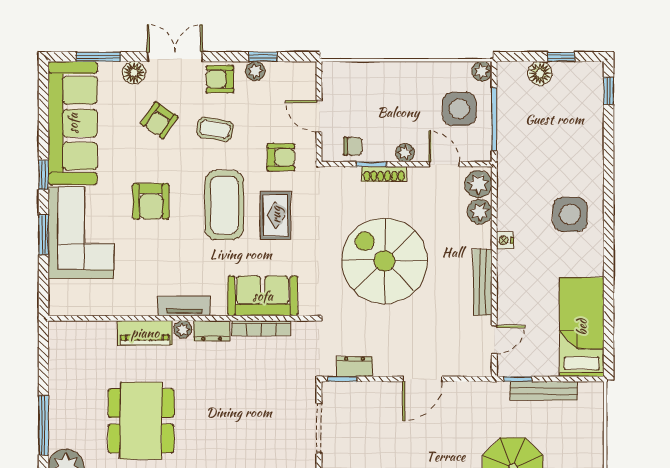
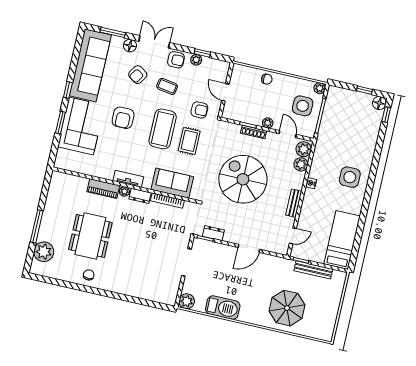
floor lamp: (540, 73) -> (379, 103), moved
armchair: (220, 79) -> (176, 60), turned 180
chair: (353, 146) -> (267, 79), moved
bench: (483, 282) -> (294, 203), width x0.73

